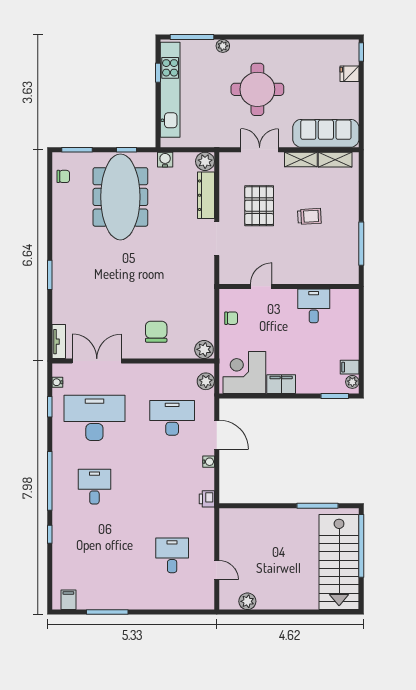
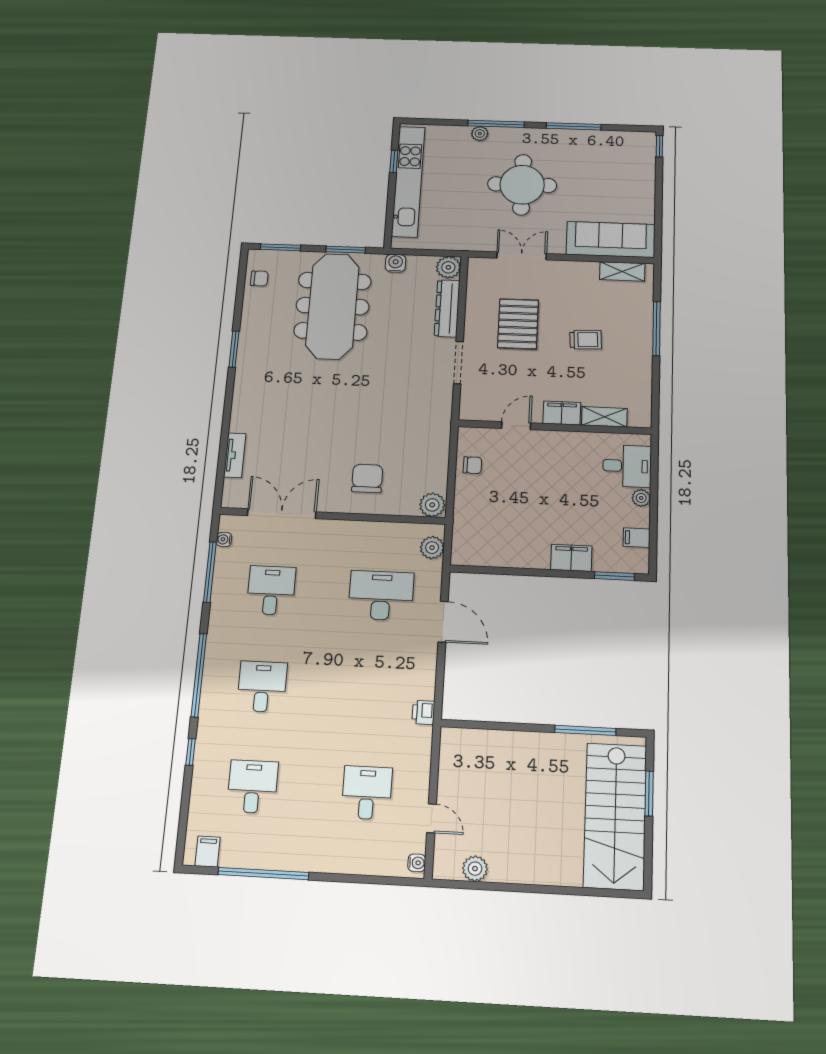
window: (192, 37) -> (496, 124), moved
window: (295, 37) -> (574, 126), added
fridge: (350, 74) -> (644, 171), removed
window: (127, 150) -> (346, 250), width x1.50
shelving: (301, 159) -> (604, 417), moved
window: (361, 244) -> (657, 329), moved
window: (50, 275) -> (234, 349), moved
filing cabinet: (294, 275) -> (562, 413), added
desk: (314, 306) -> (627, 466), moved, turned 90
tv unit: (59, 342) -> (235, 455), moved
corner desk: (244, 372) -> (487, 538), removed
plant: (352, 382) -> (641, 498), moved
filing cabinet: (281, 384) -> (571, 558), moved
window: (50, 407) -> (210, 572), width x2.17
desk: (94, 418) -> (271, 590), width x0.53, depth x0.77
water cooler: (209, 462) -> (417, 863), moved
window: (361, 546) -> (649, 793), width x0.47
desk: (94, 555) -> (253, 787), added
window: (107, 612) -> (263, 874), width x1.46

